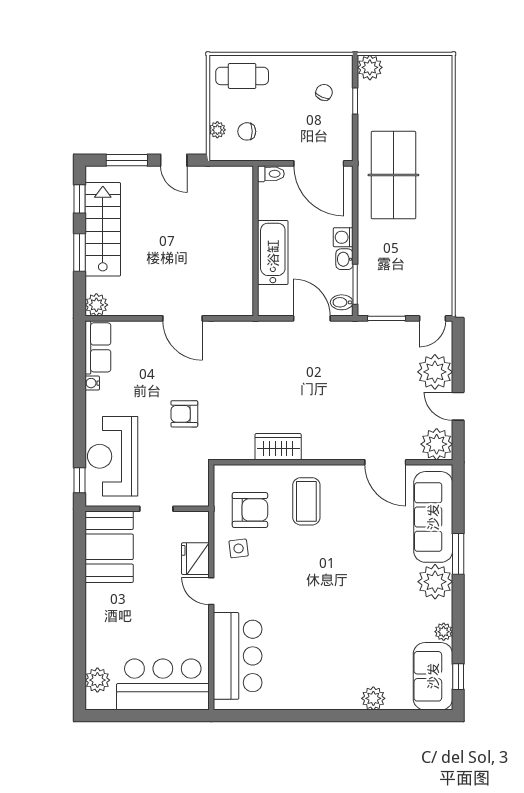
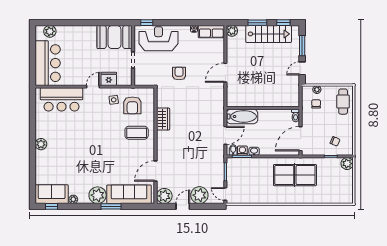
washing machine: (343, 237) -> (242, 151), moved
bathtub: (273, 253) -> (242, 116), moved
plant: (373, 698) -> (41, 144), moved

